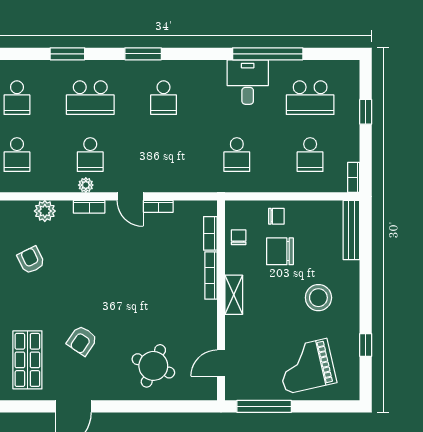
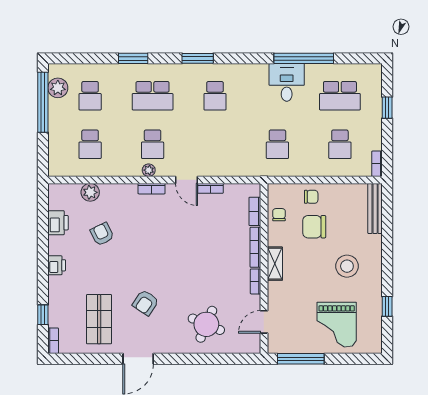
plant: (45, 211) -> (90, 192), moved
bookcase: (211, 316) -> (256, 281), added
grand piano: (306, 366) -> (337, 325), turned -77

